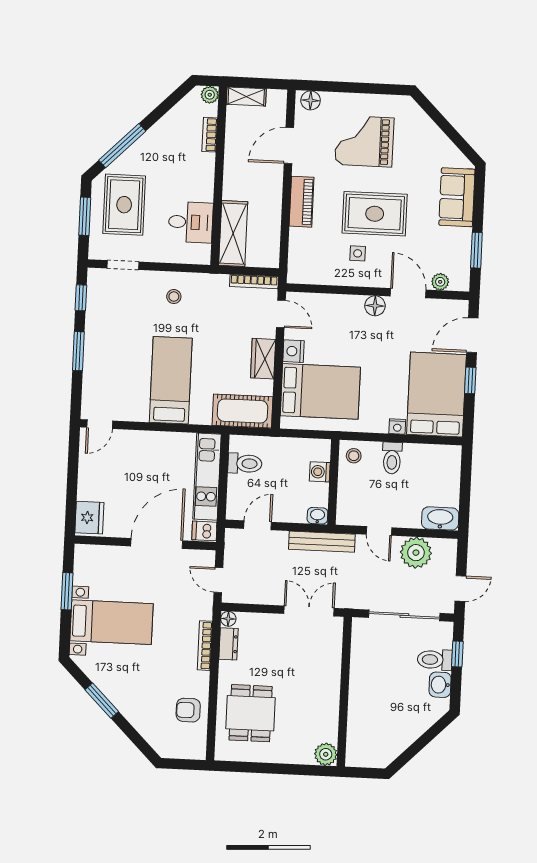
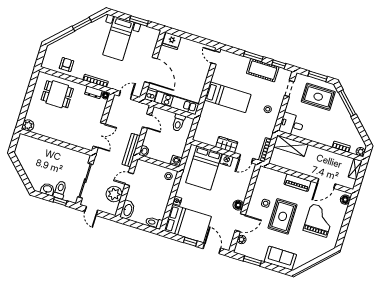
door: (289, 146) -> (326, 184), swing flipped
desk: (191, 222) -> (292, 124), moved, turned 90
cot: (243, 411) -> (263, 70), moved, turned 90
toilet: (392, 458) -> (154, 223), moved
washing machine: (320, 472) -> (176, 161), moved

